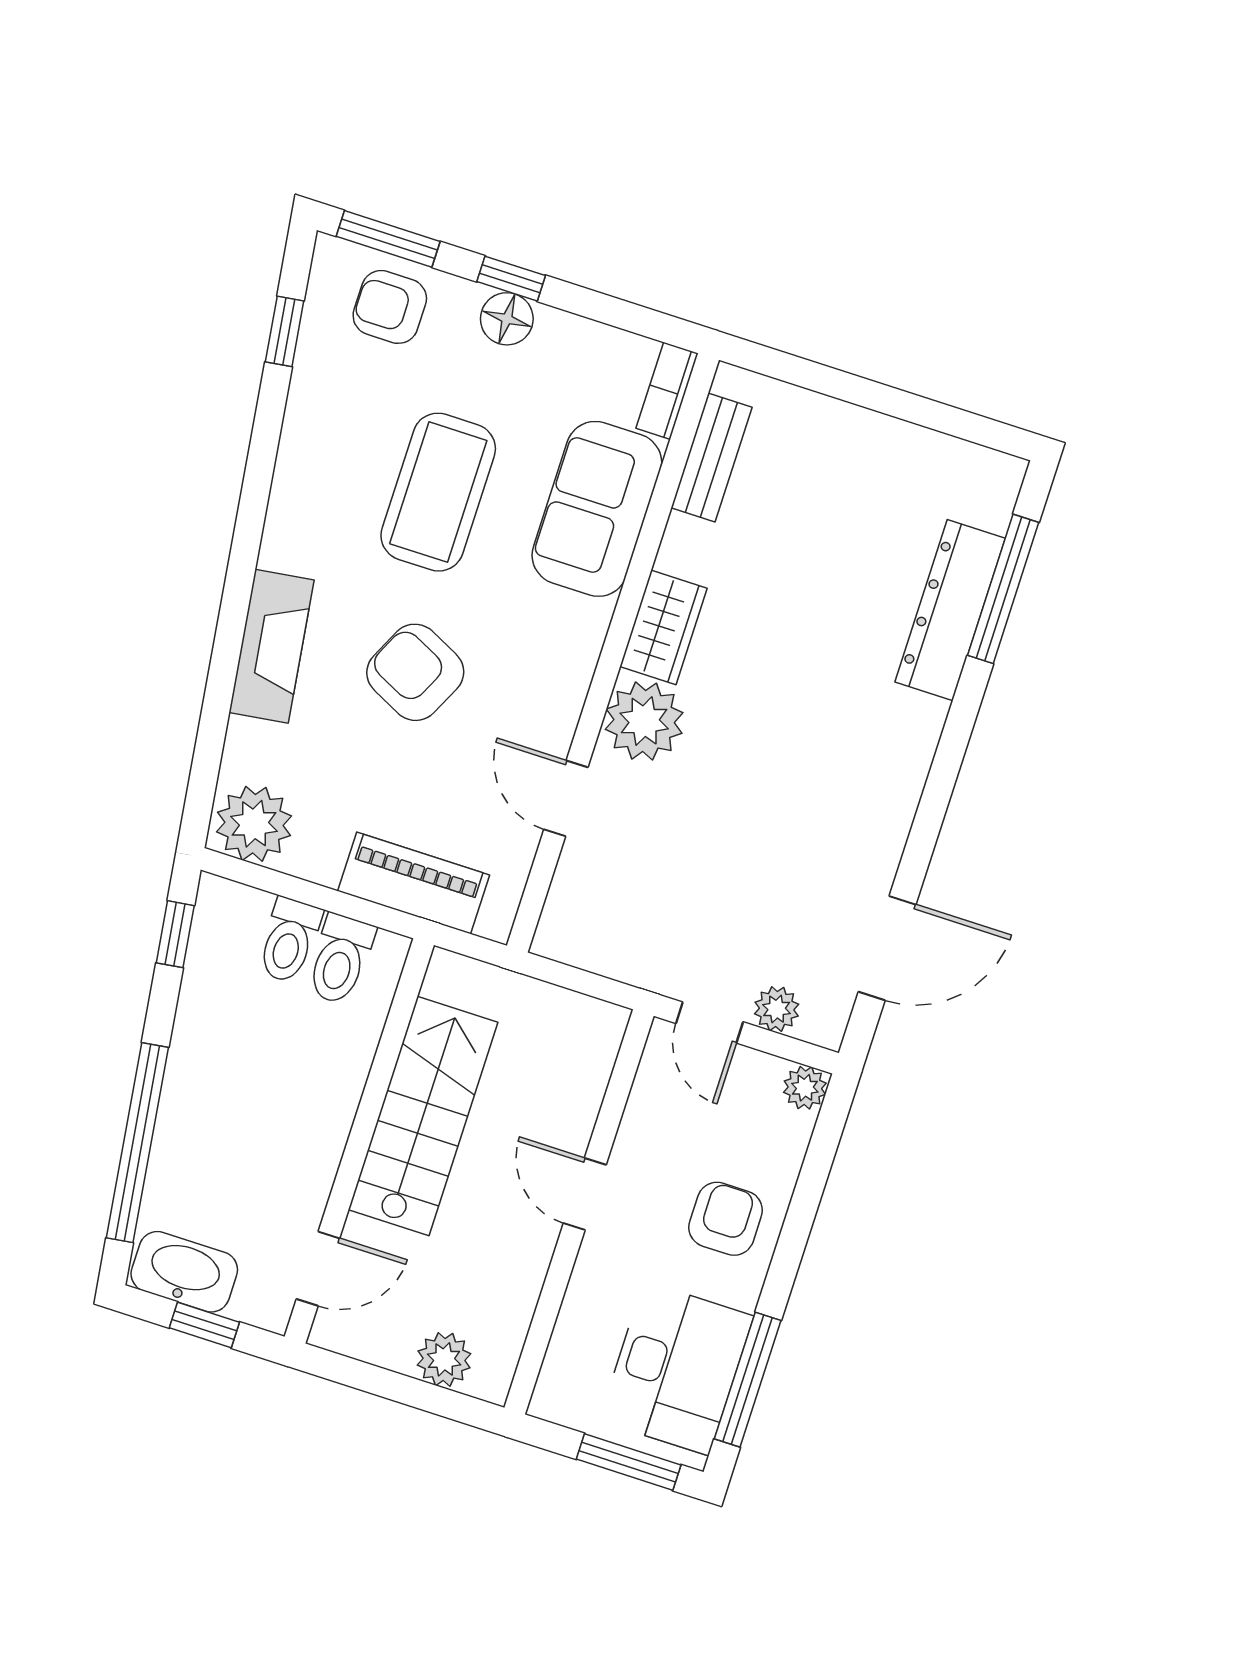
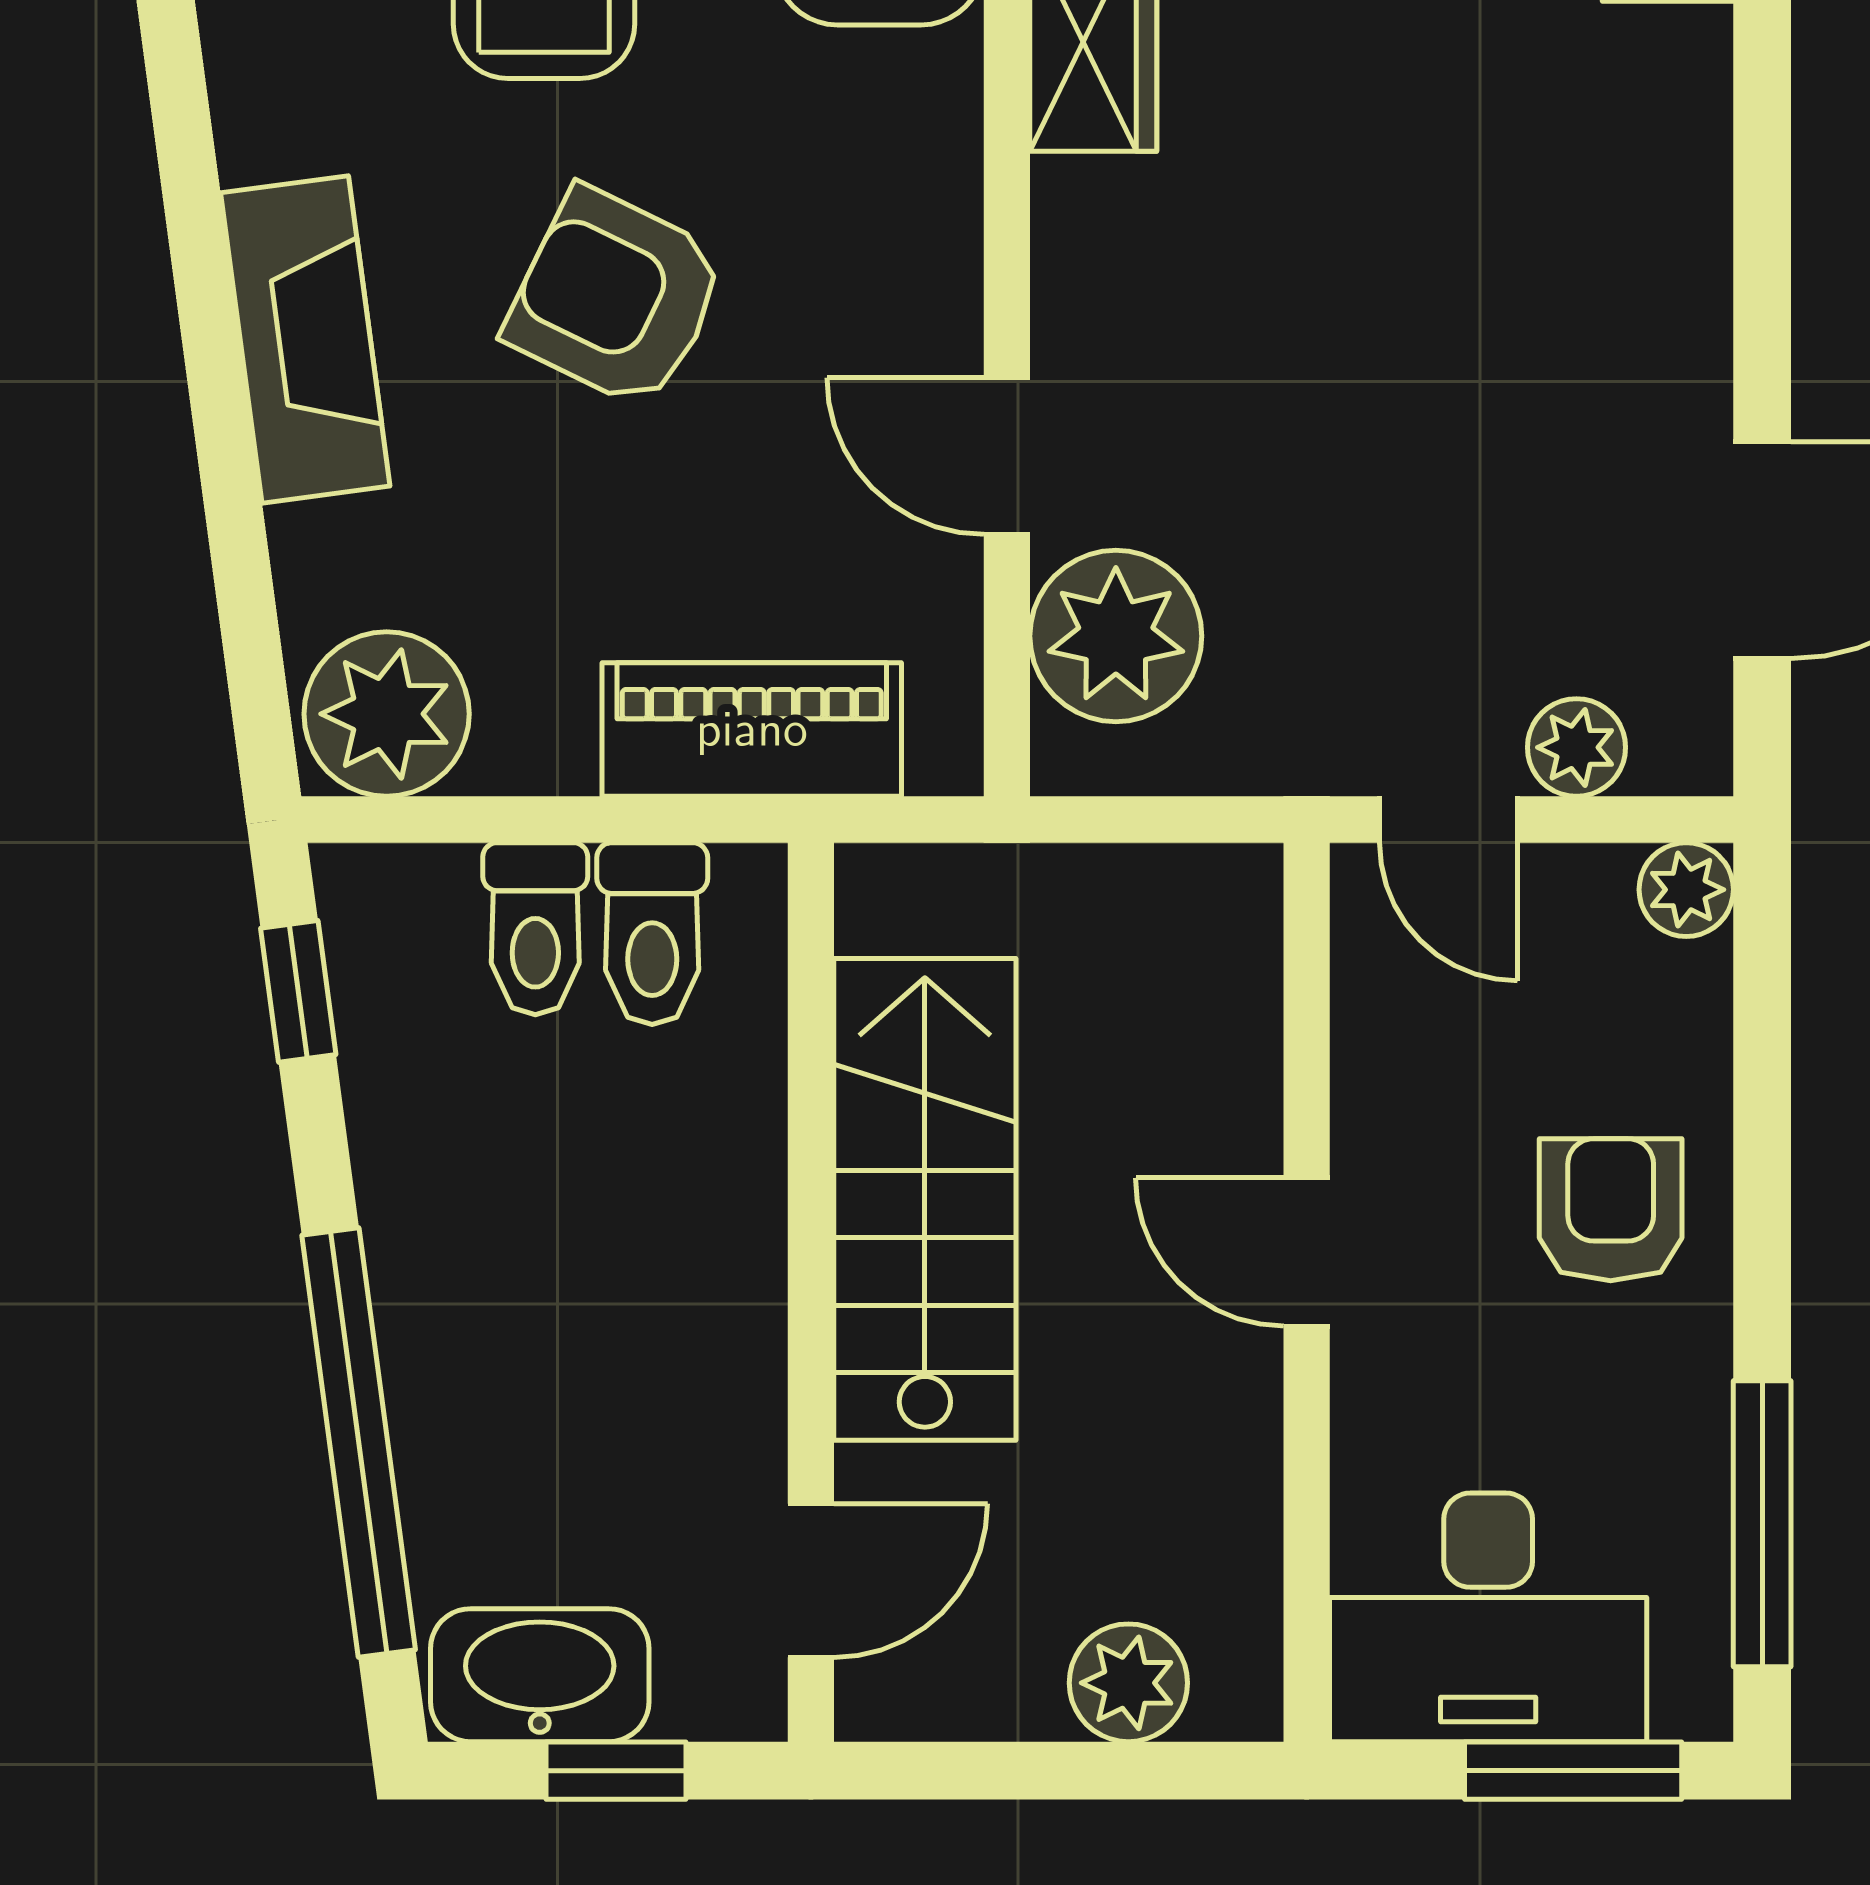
plant: (644, 721) -> (1116, 636), moved
desk: (676, 1368) -> (1488, 1617), moved, turned 90

